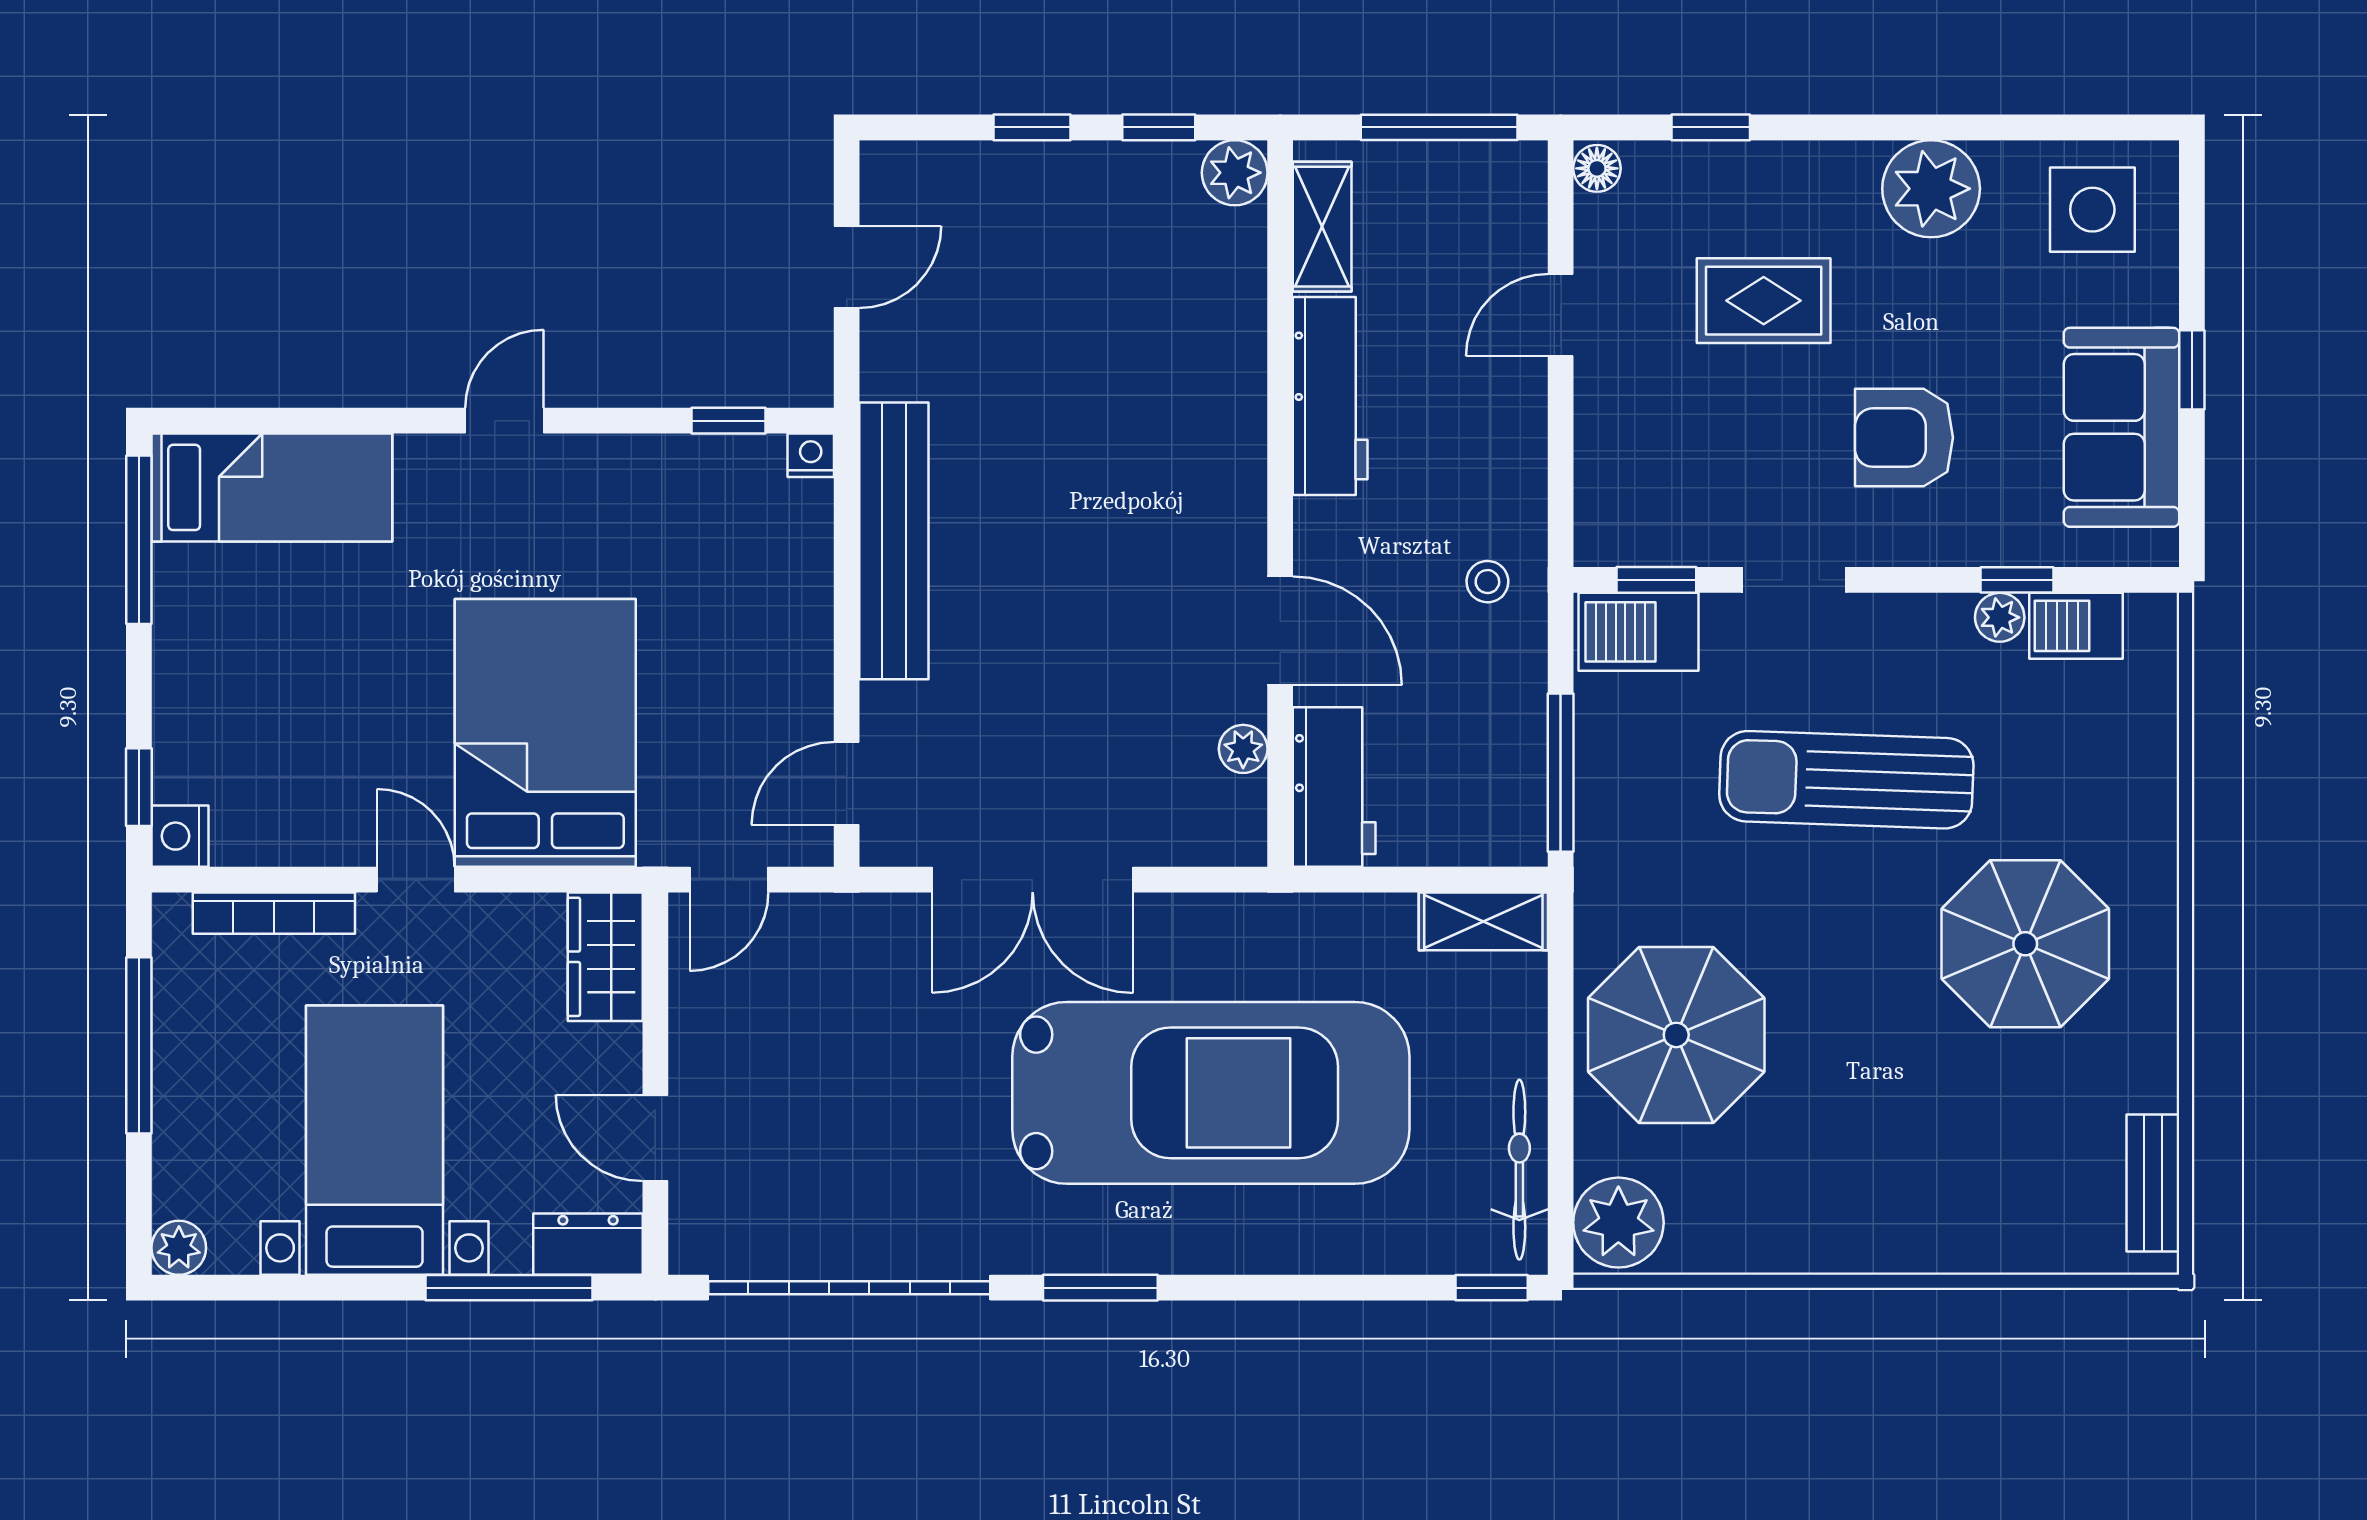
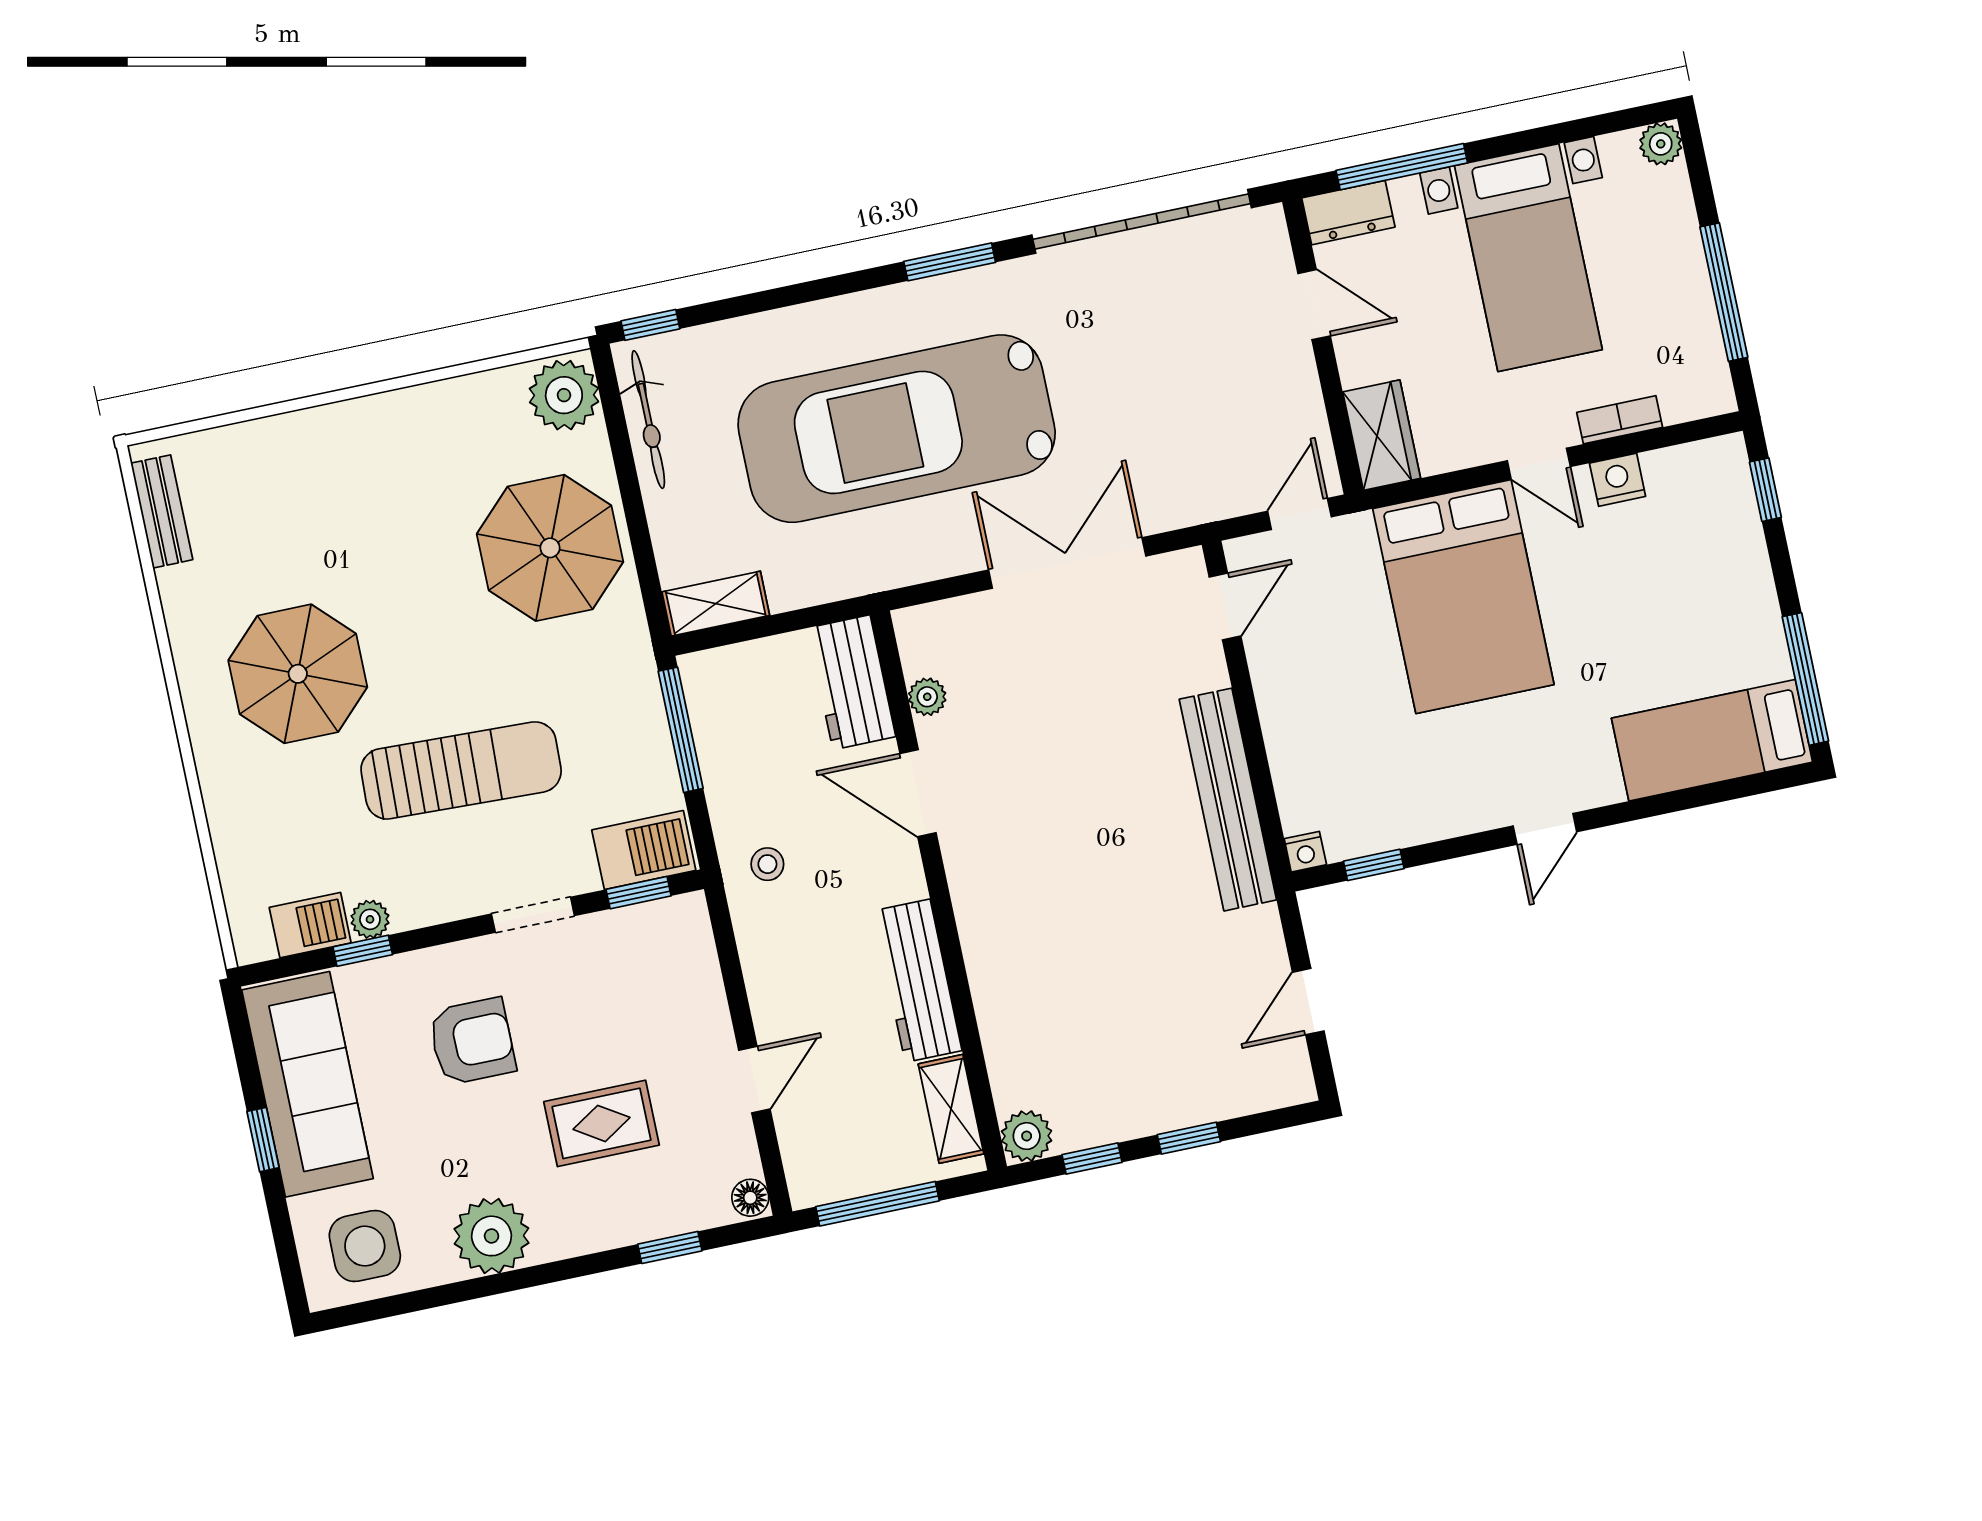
sofa: (2121, 427) -> (307, 1084), width x1.36
nightstand: (180, 836) -> (1618, 480), moved, turned -90
bookcase: (274, 913) -> (1620, 420), width x0.64

